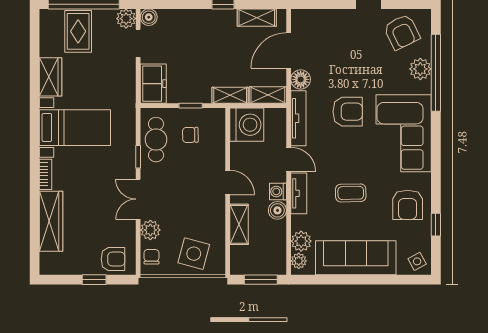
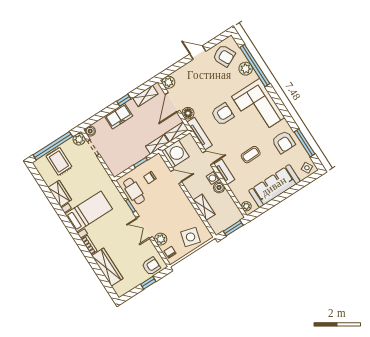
freezer: (153, 84) -> (119, 116), moved, turned 90
door: (228, 182) -> (176, 177), moved
window: (436, 225) -> (304, 143), width x2.17
plant: (301, 241) -> (169, 82), moved

